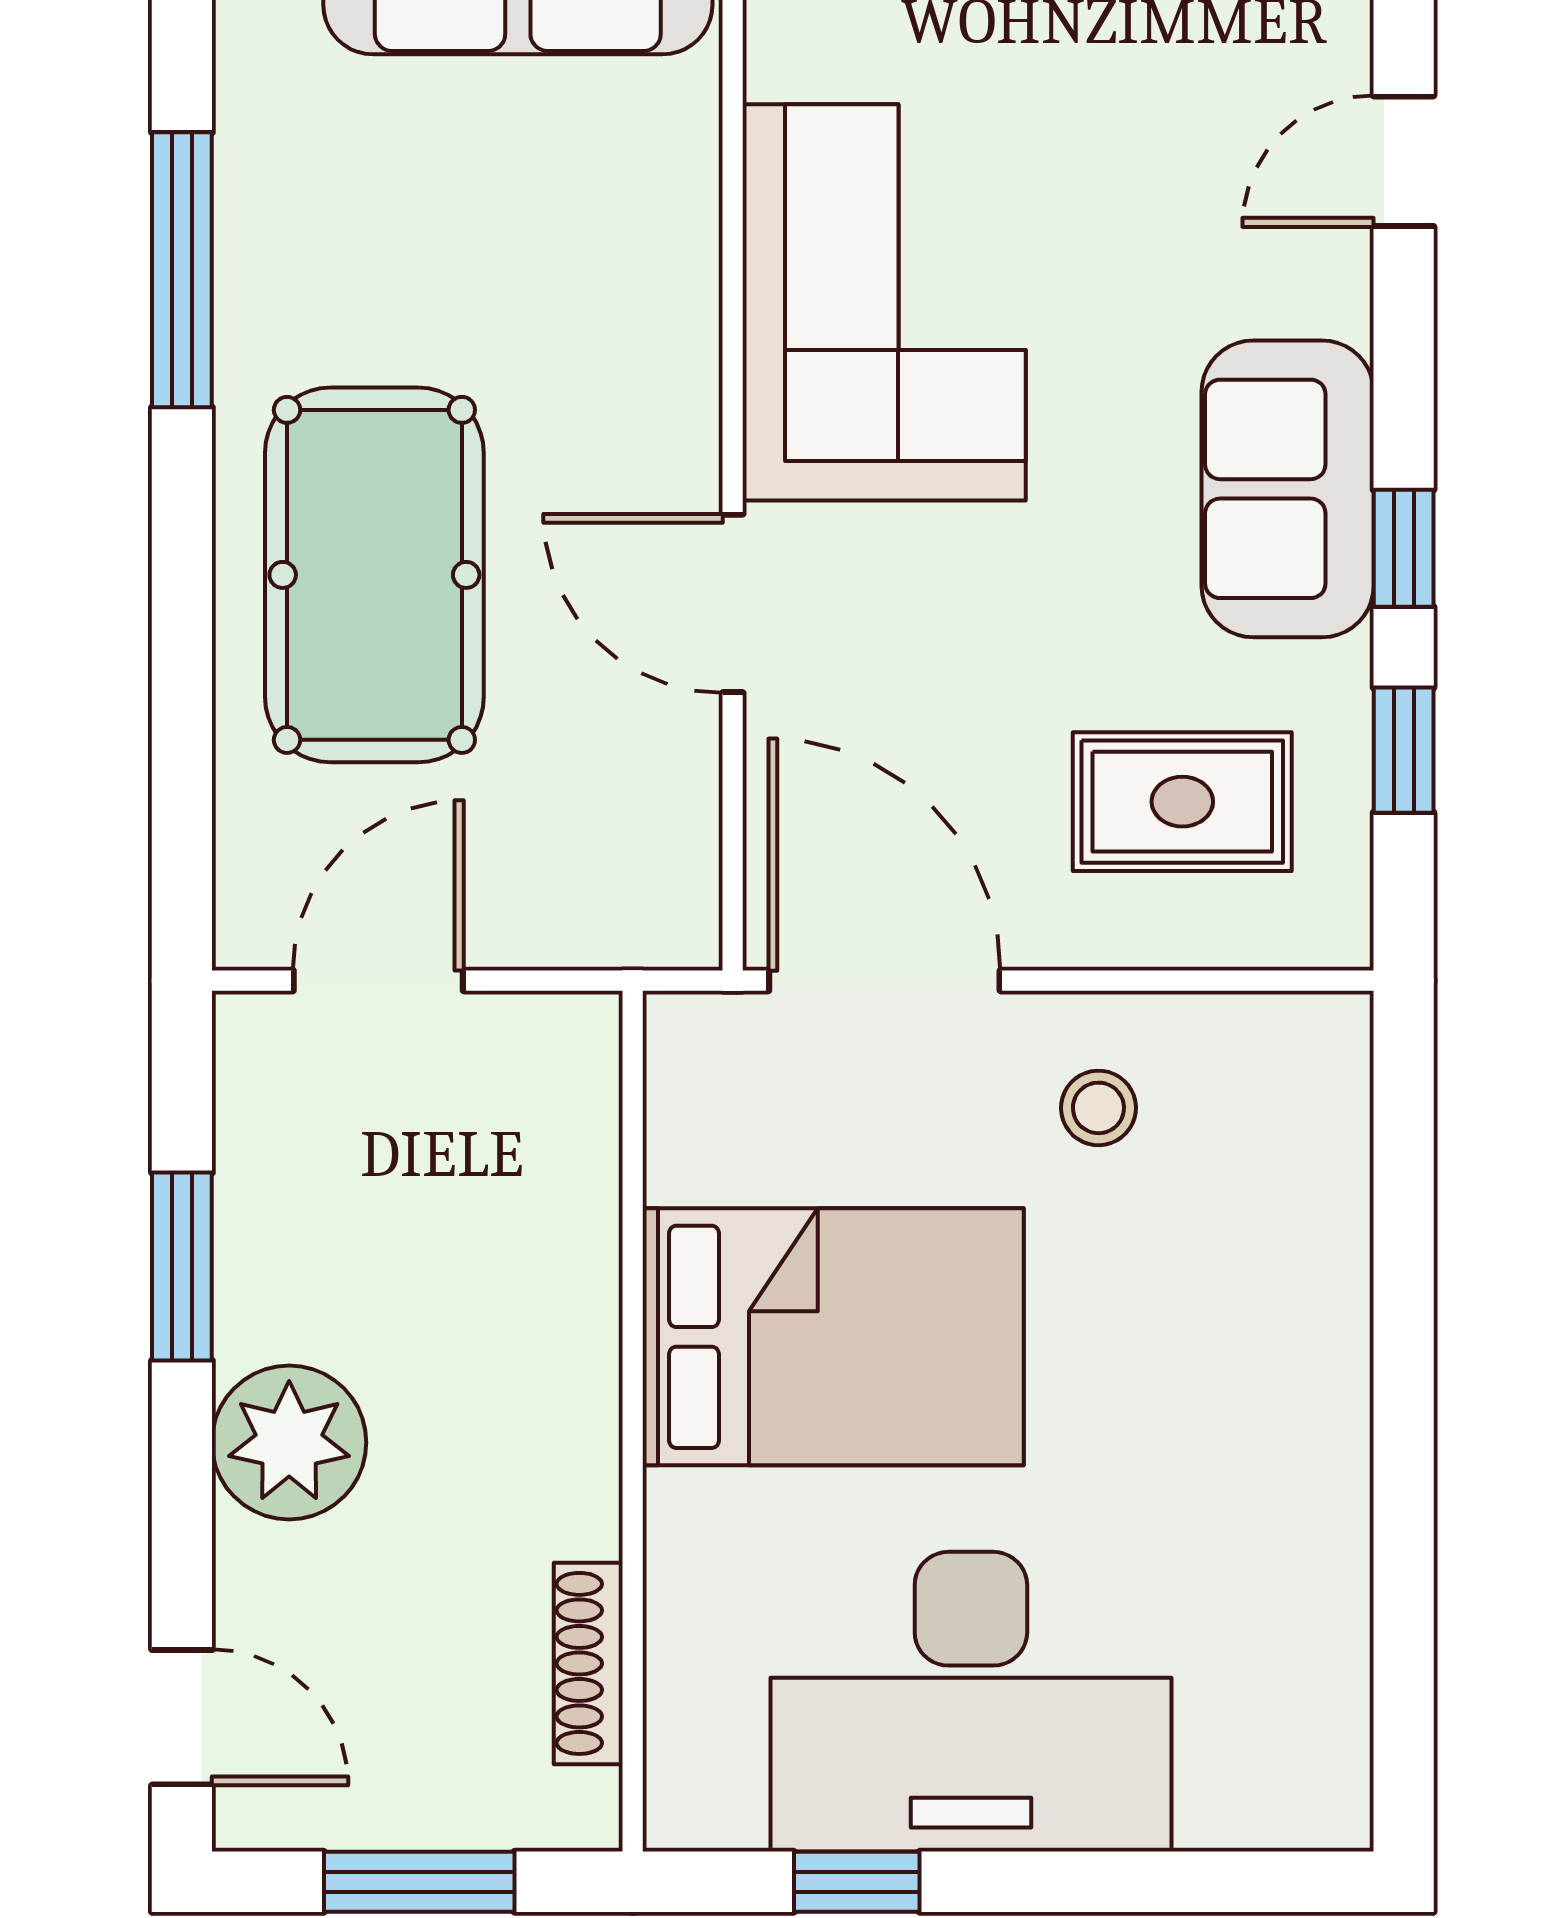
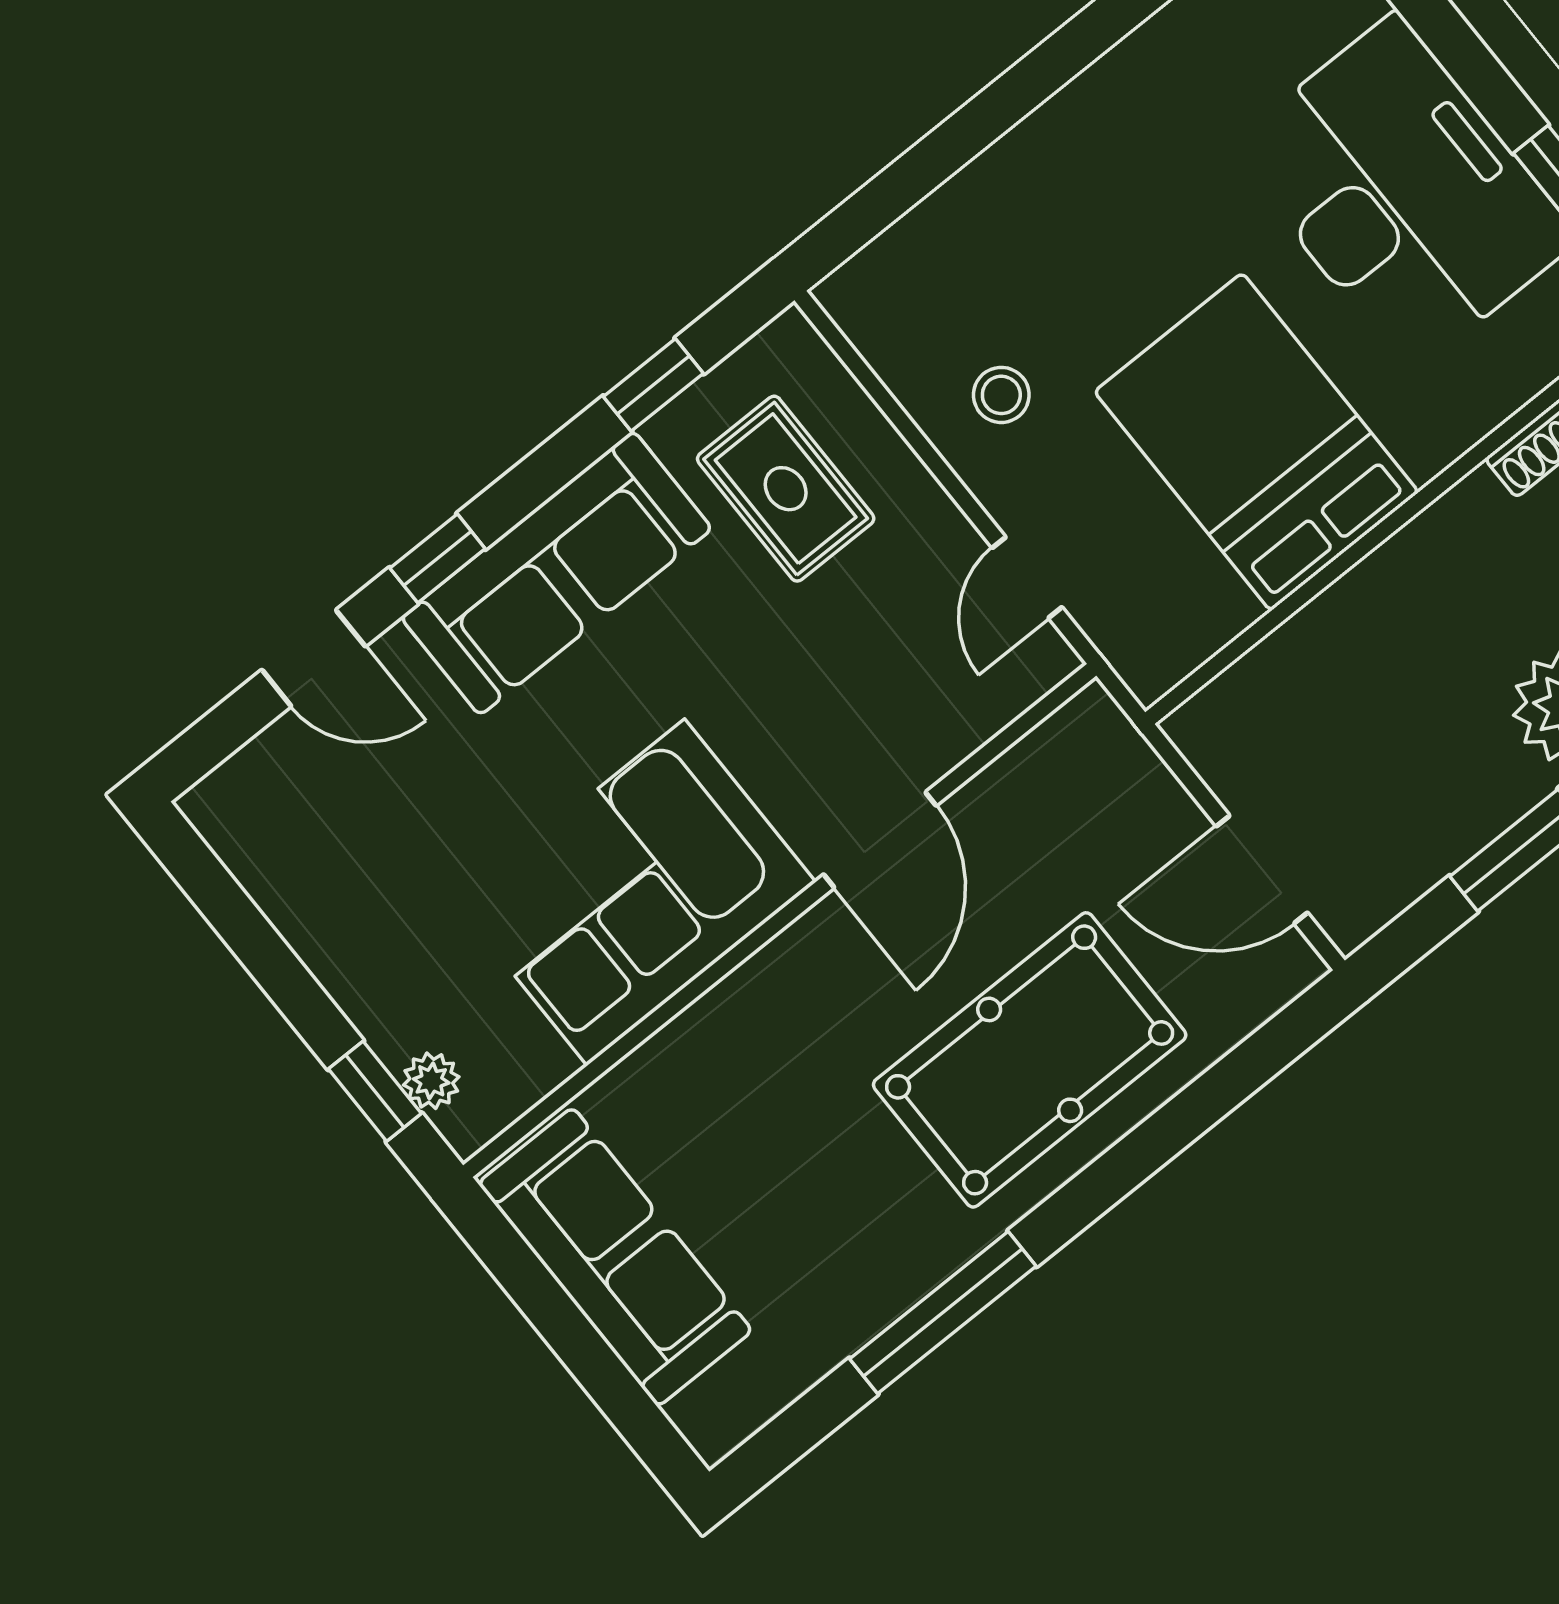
sofa: (1288, 489) -> (556, 573), width x1.36
window: (1404, 548) -> (438, 558), moved
door: (884, 981) -> (1027, 577), width x0.53

